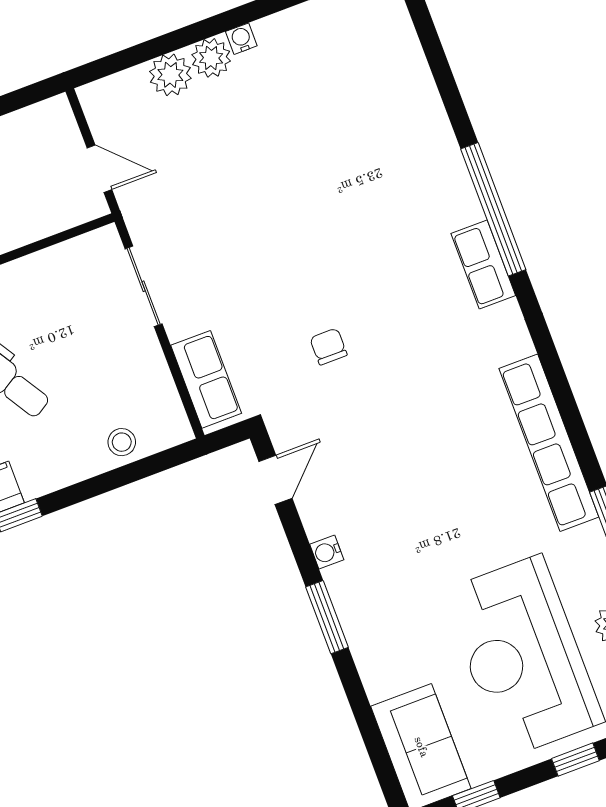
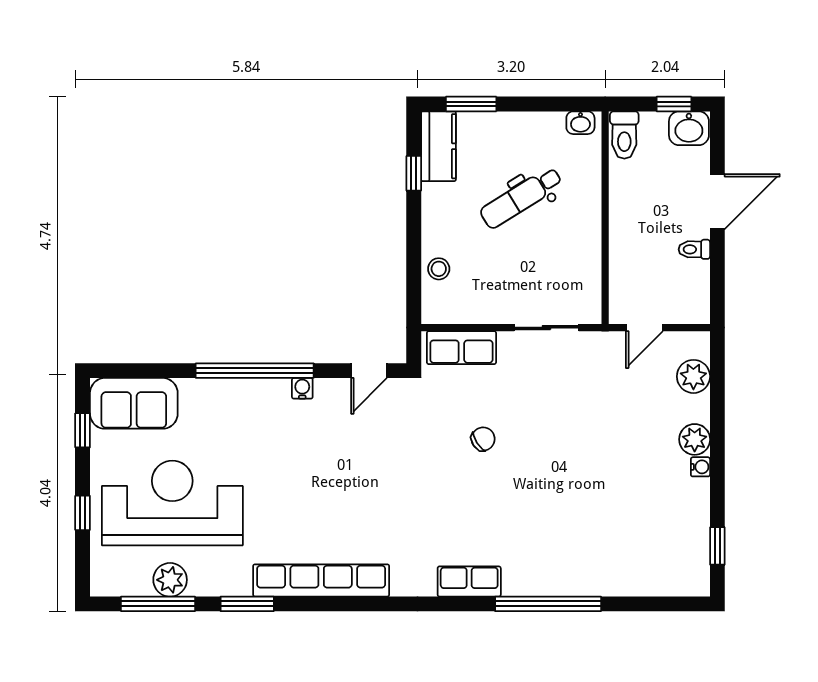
plant: (170, 75) -> (693, 376), moved
window: (493, 209) -> (548, 604), moved
chair: (328, 347) -> (483, 439), moved, turned -33
door: (275, 480) -> (369, 371), hinge flipped
window: (327, 617) -> (255, 371), width x2.11

